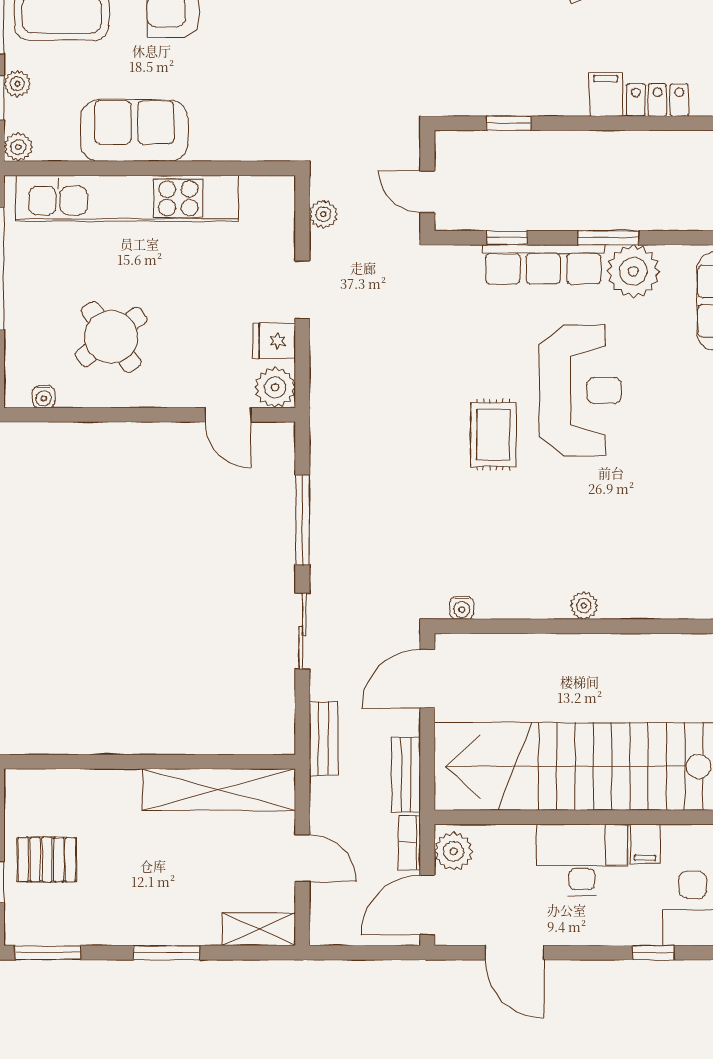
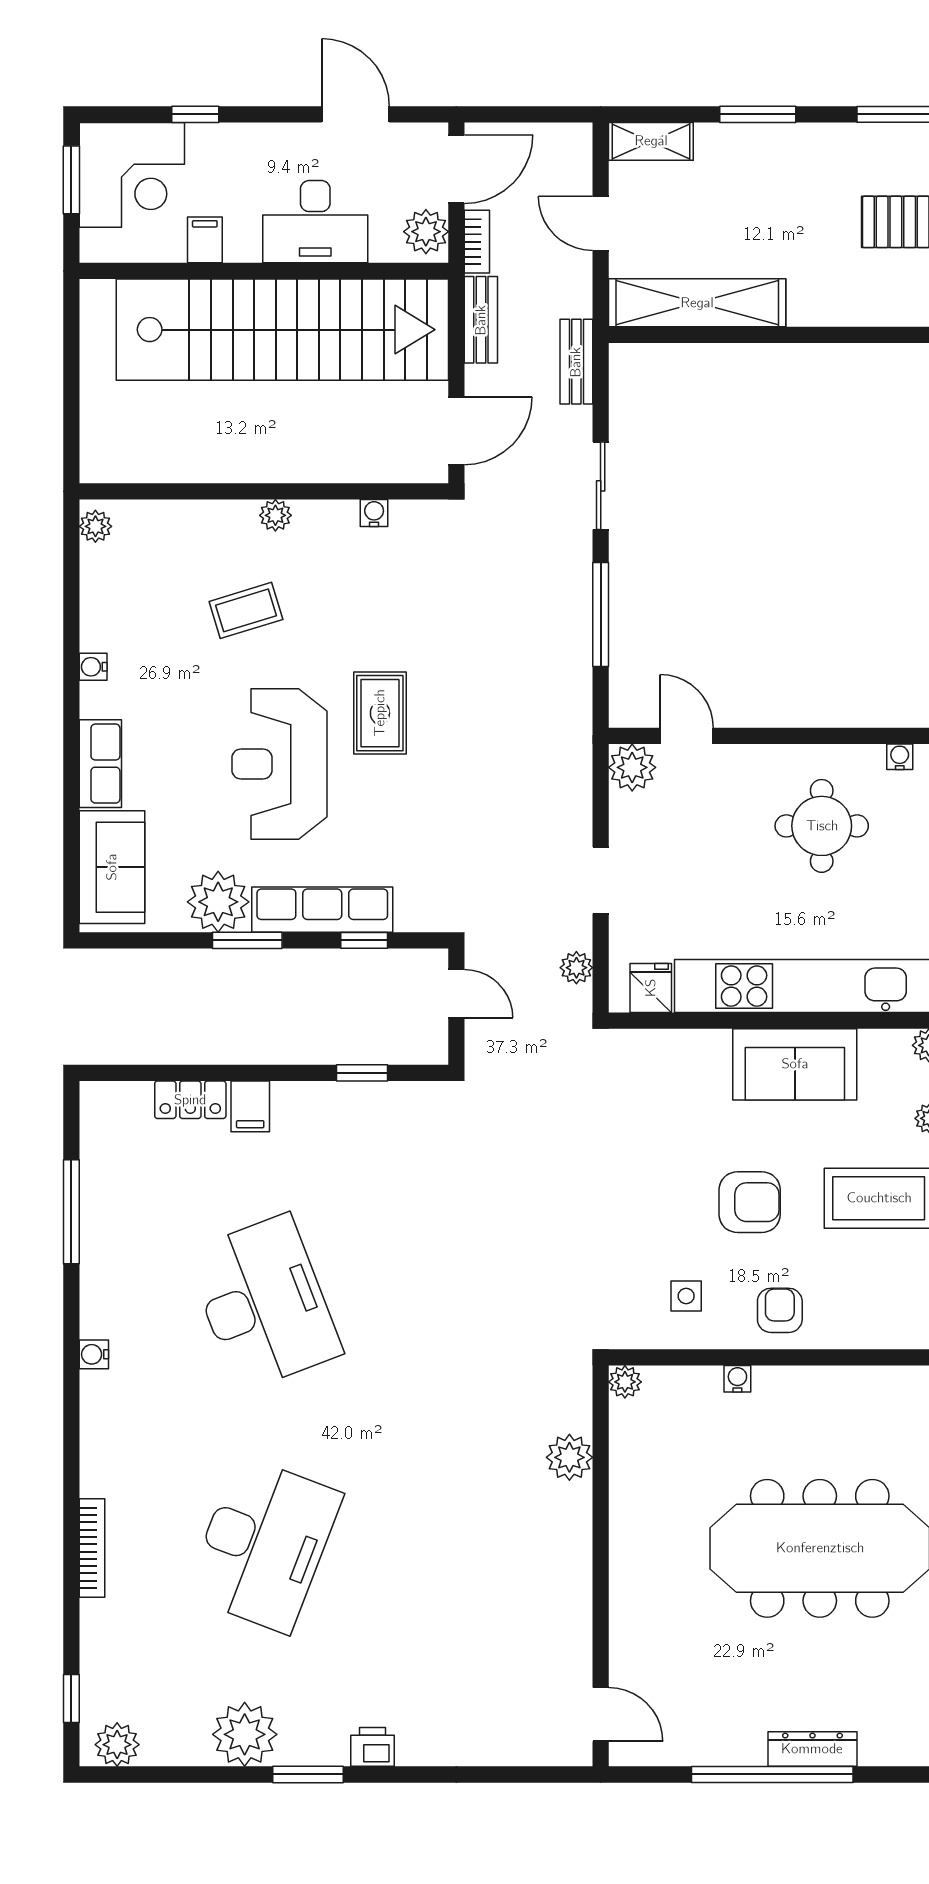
round table: (111, 337) -> (822, 826), turned 37
fridge: (274, 341) -> (651, 988), moved, turned -90
coffee table: (609, 523) -> (246, 610), added
water cooler: (462, 608) -> (374, 513), moved
desk: (582, 860) -> (315, 222), moved

